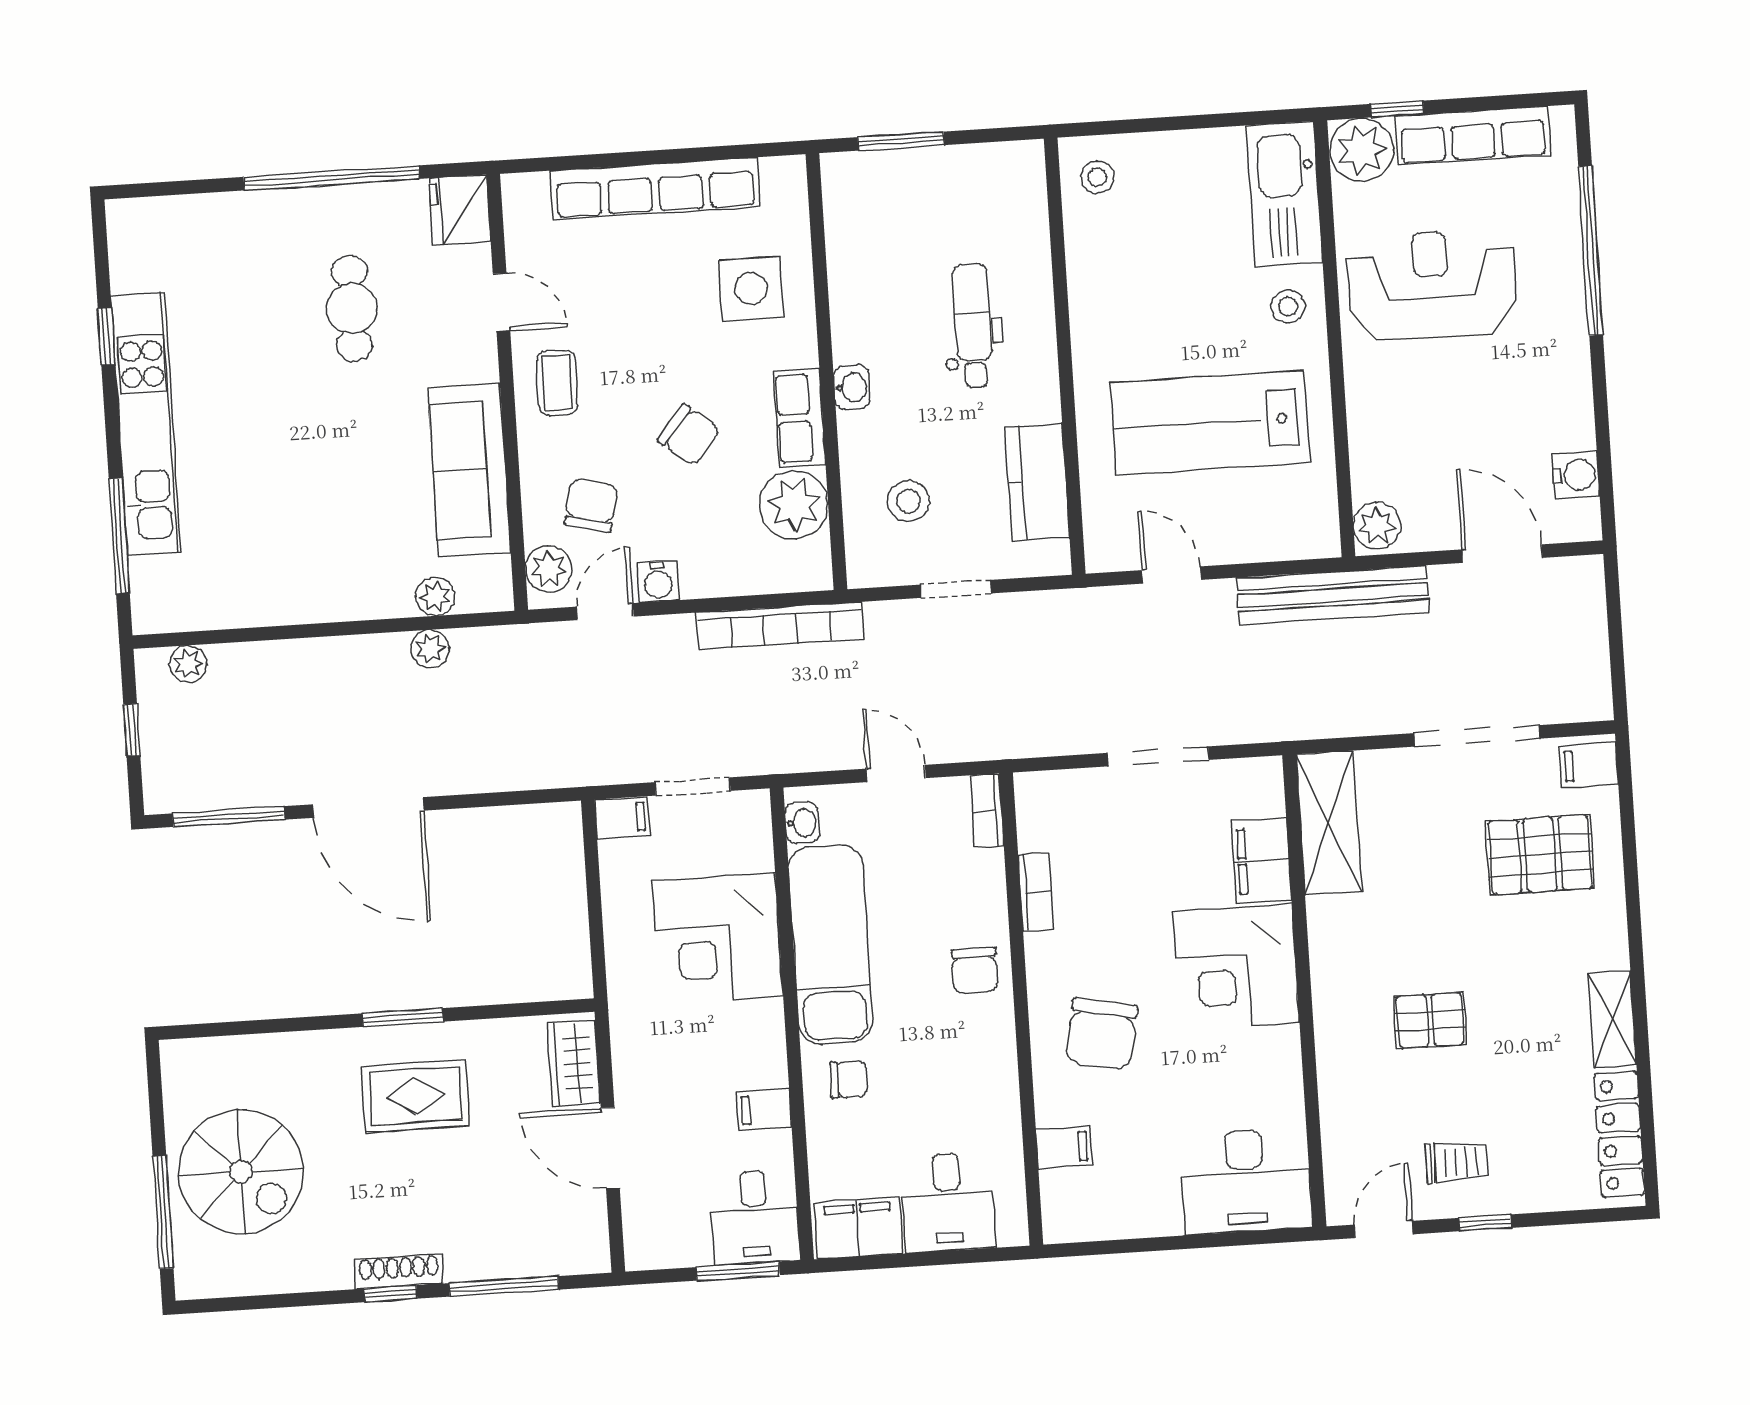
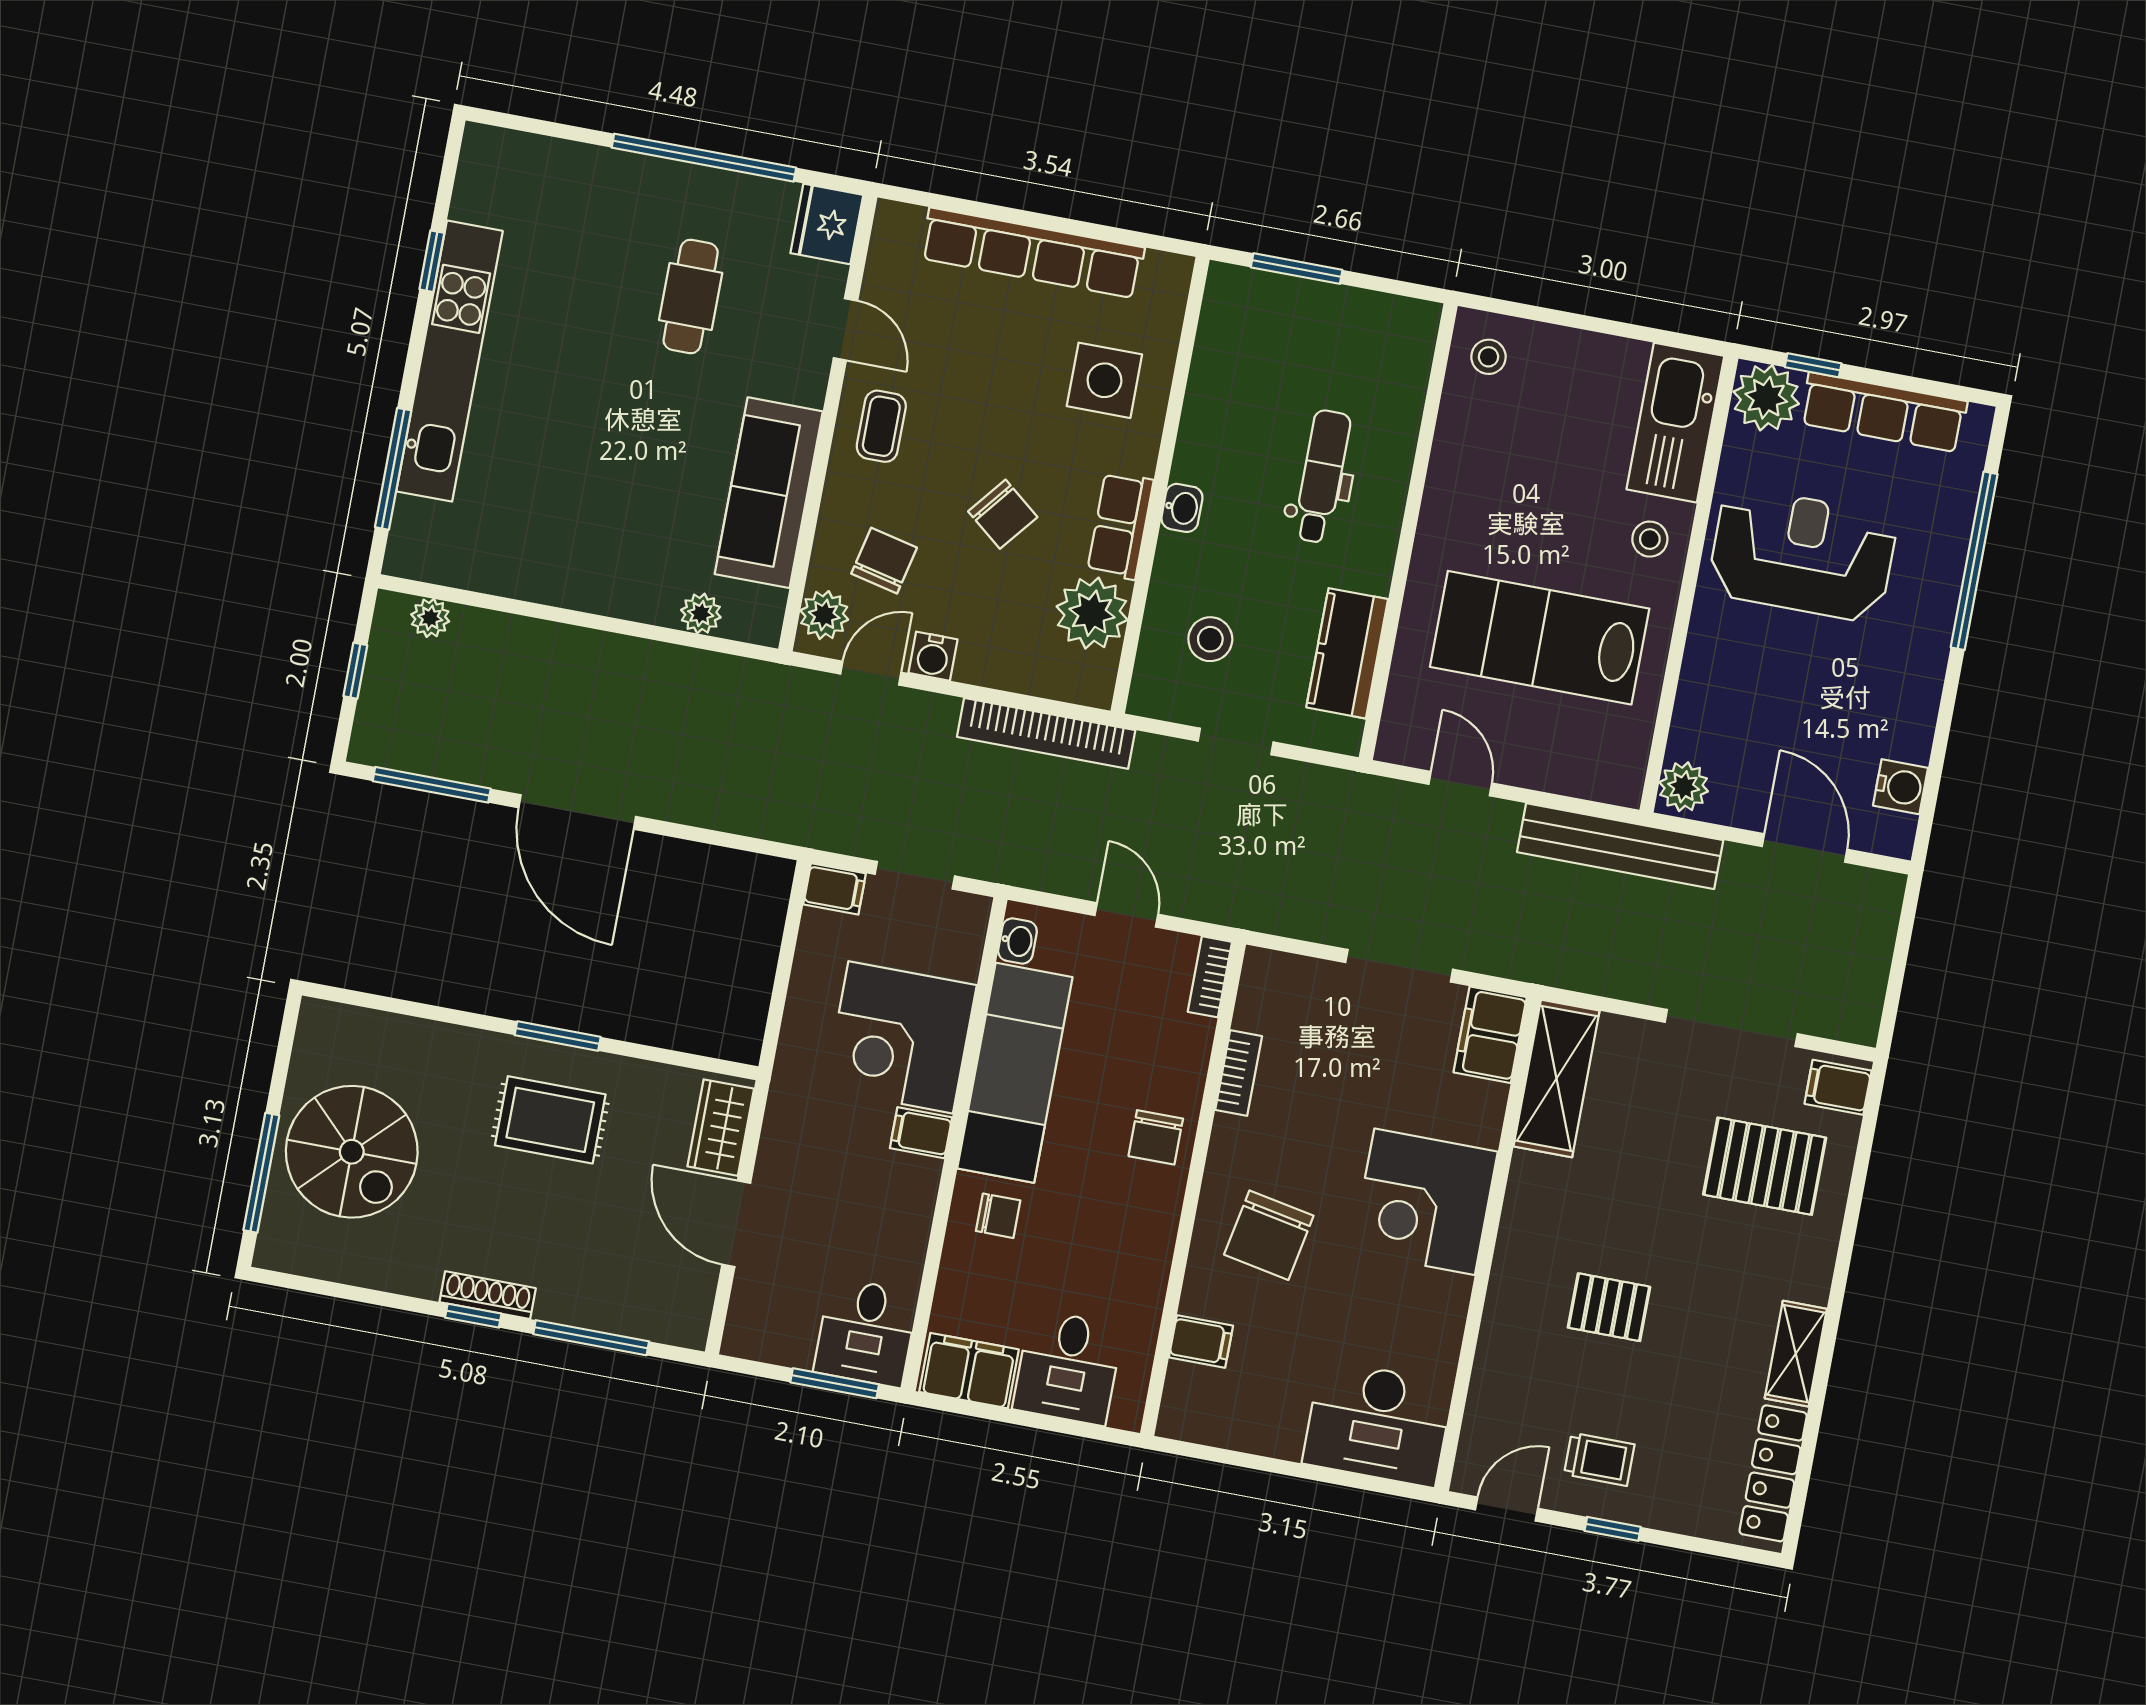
plant: (430, 649) -> (682, 666), removed
filing cabinet: (1262, 860) -> (1490, 1035), moved
filing cabinet: (764, 1109) -> (921, 1133), moved

